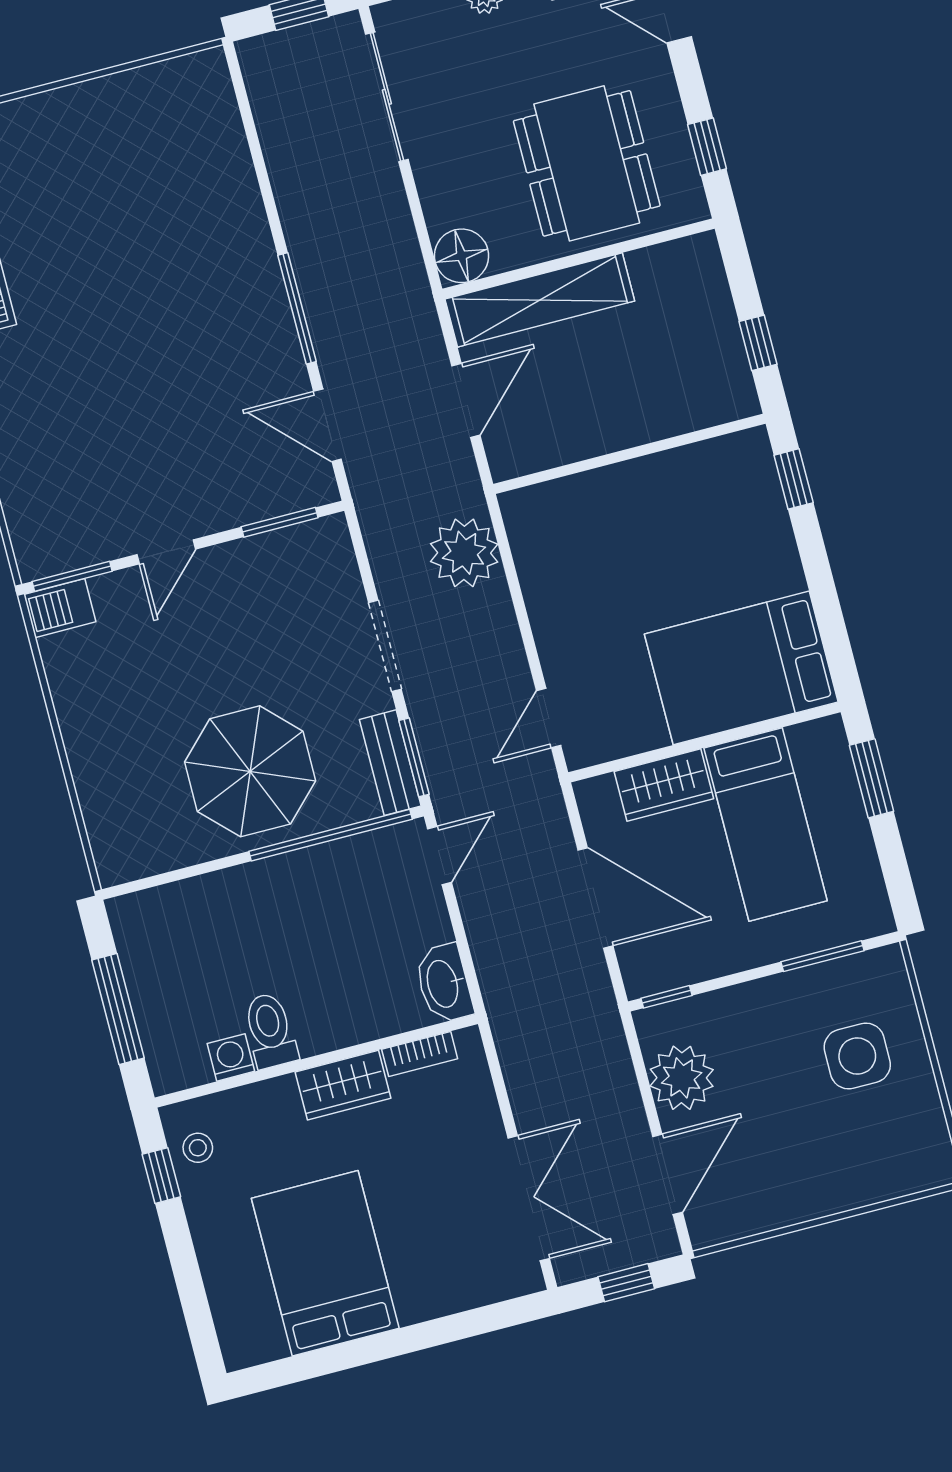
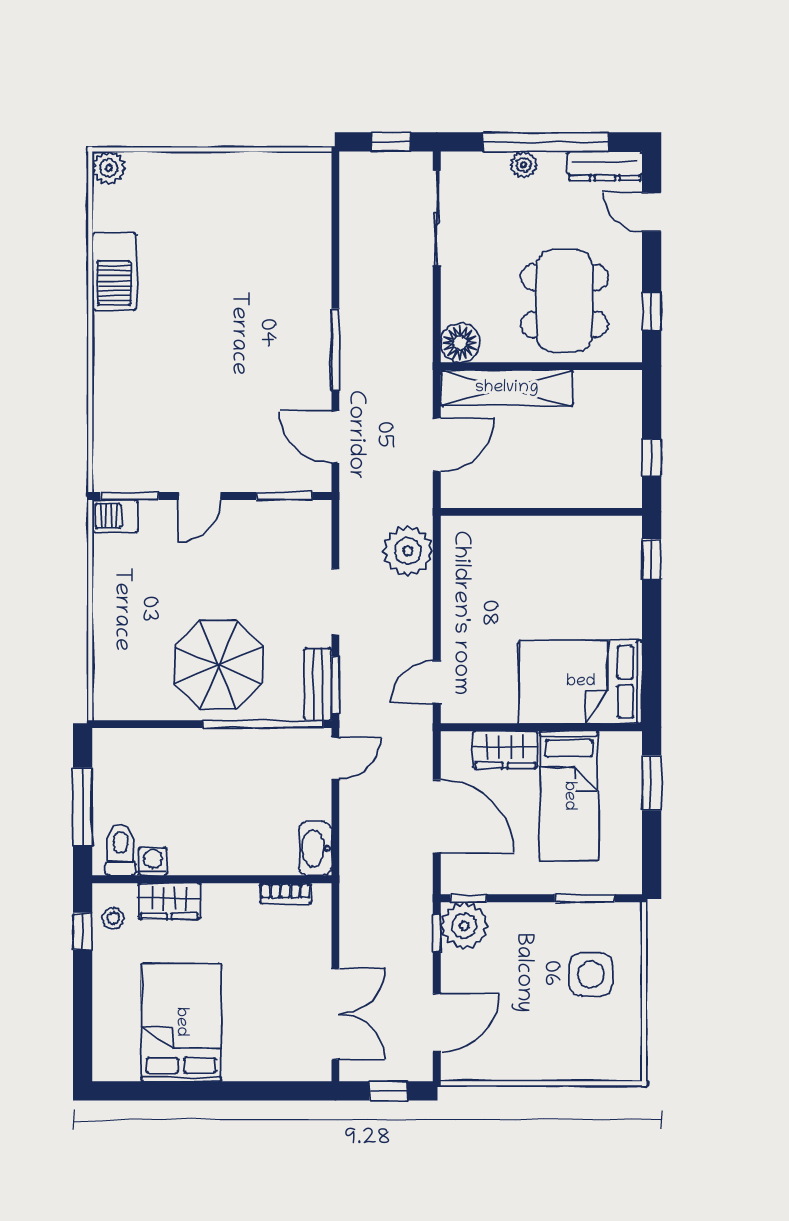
toilet: (270, 1030) -> (120, 850), moved
window: (636, 1055) -> (437, 933), added
plant: (682, 1078) -> (464, 926), moved
wardrobe: (343, 1085) -> (169, 901), moved

